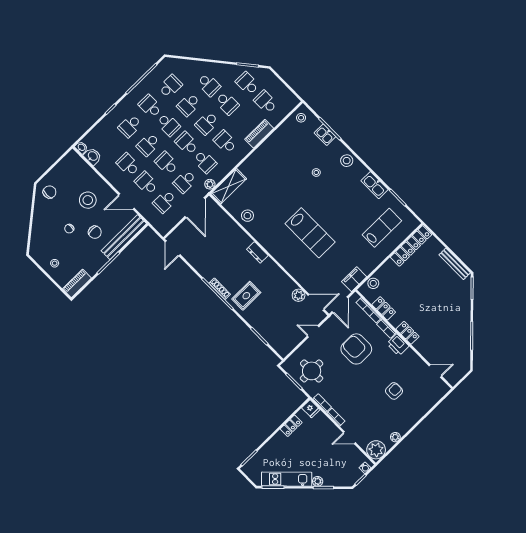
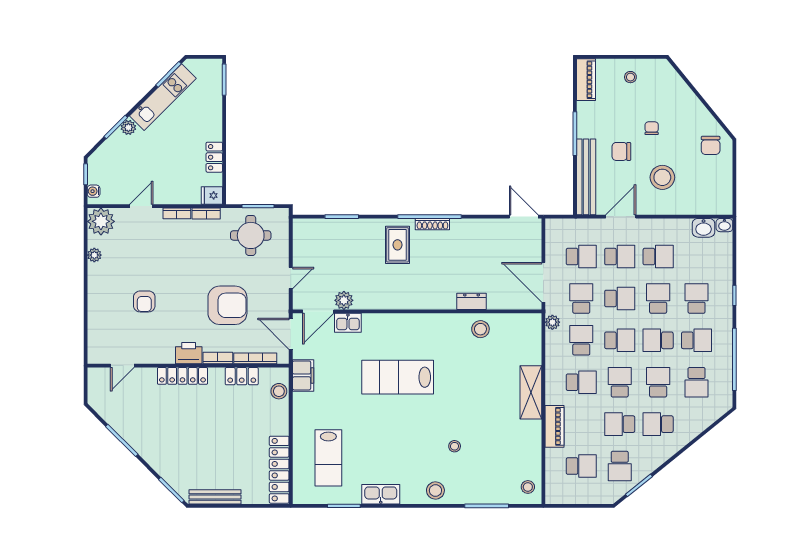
school desk: (247, 83) -> (620, 466), turned 90
kitchen sink: (325, 135) -> (348, 323), moved, turned 180
school desk: (205, 162) -> (581, 340), turned 90
shelving: (229, 186) -> (531, 392), moved
school desk: (165, 202) -> (581, 257), turned 90
dresser: (257, 252) -> (472, 301), moved
locker: (408, 333) -> (182, 376), width x1.53

